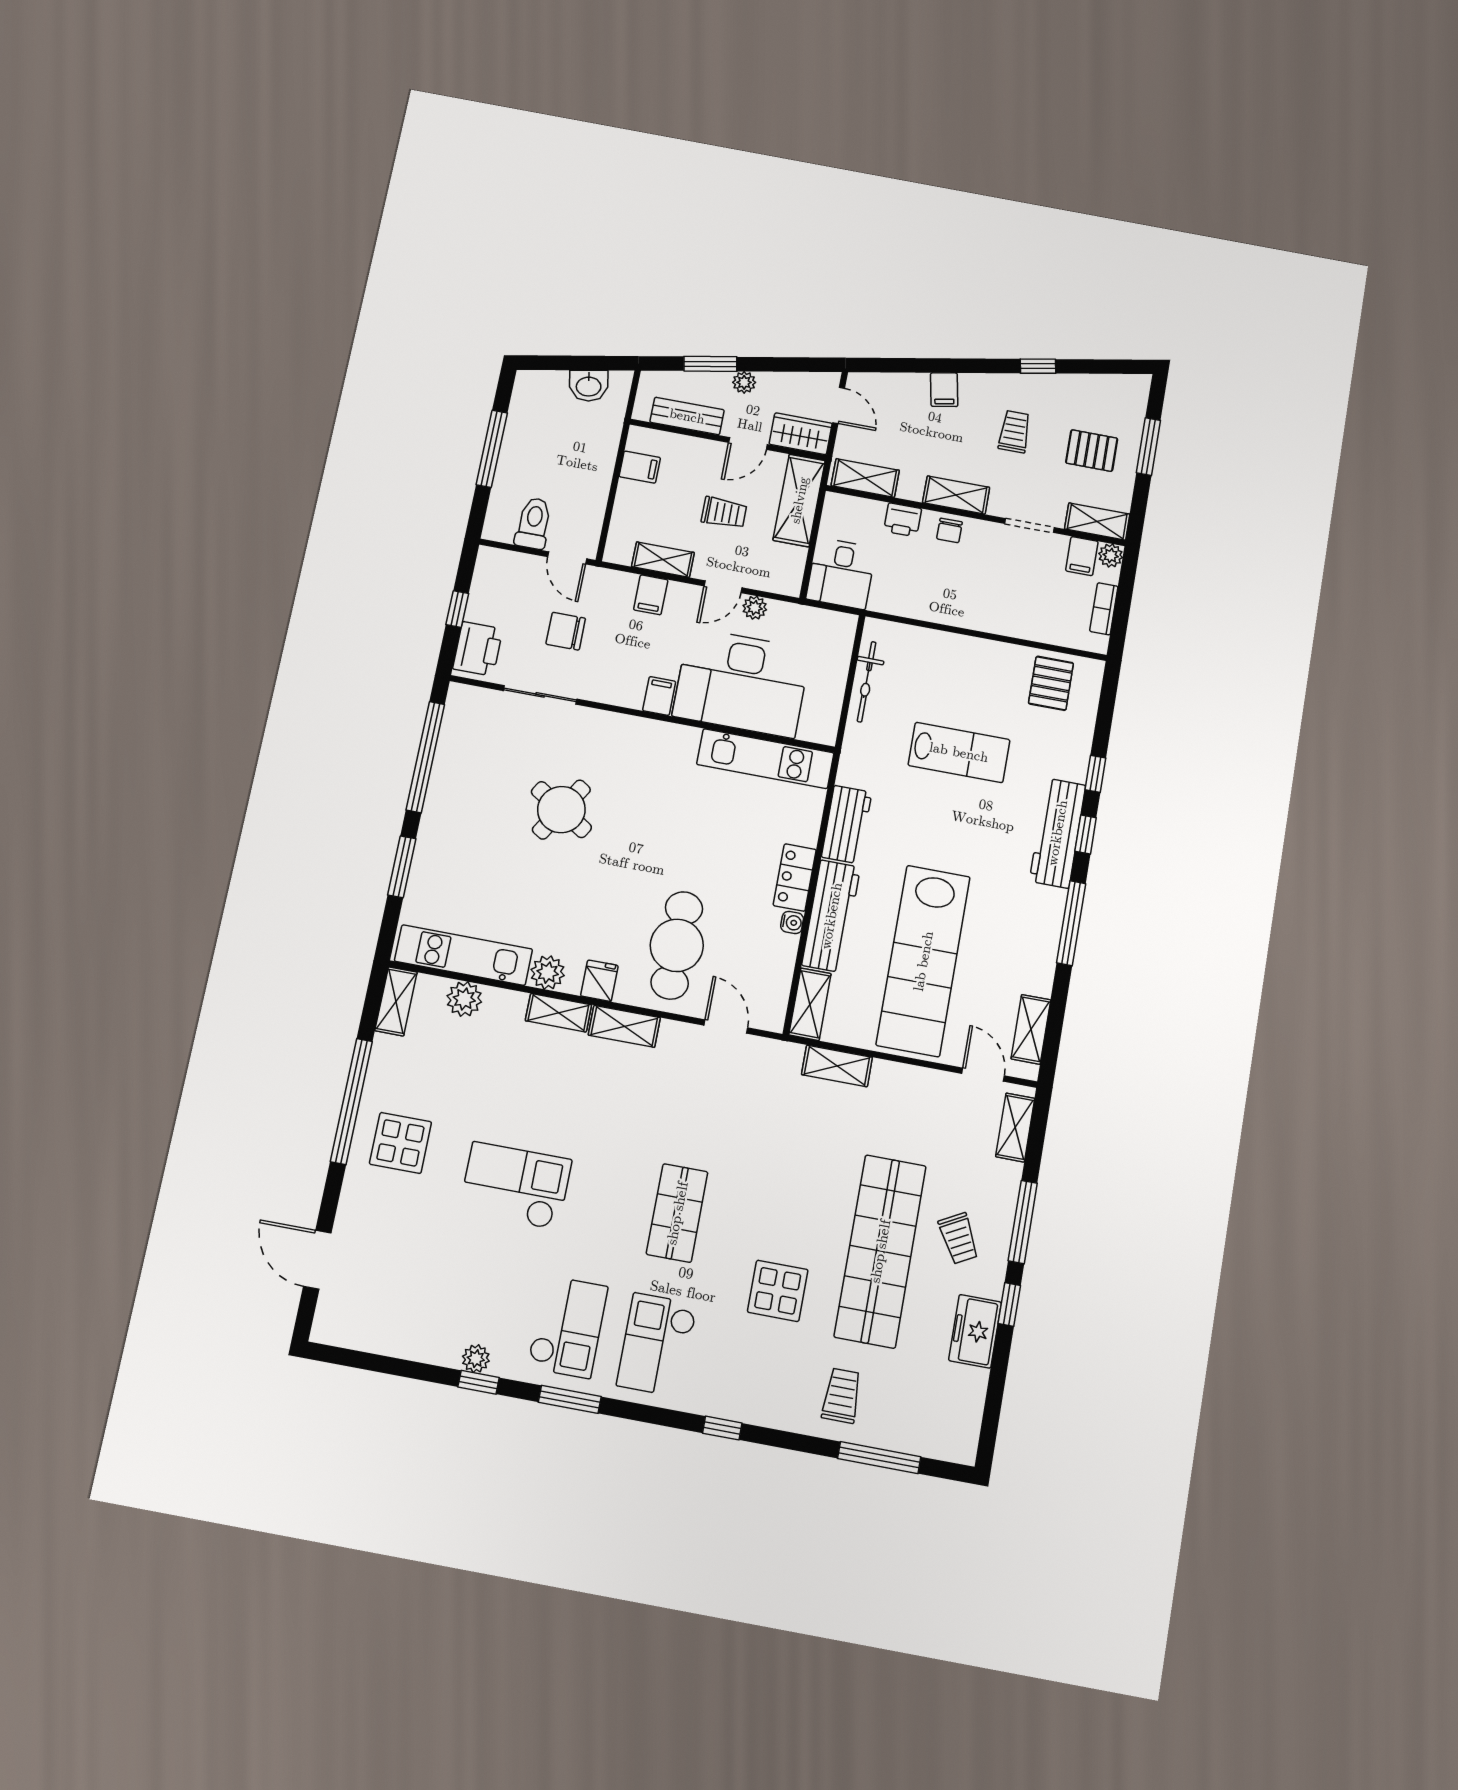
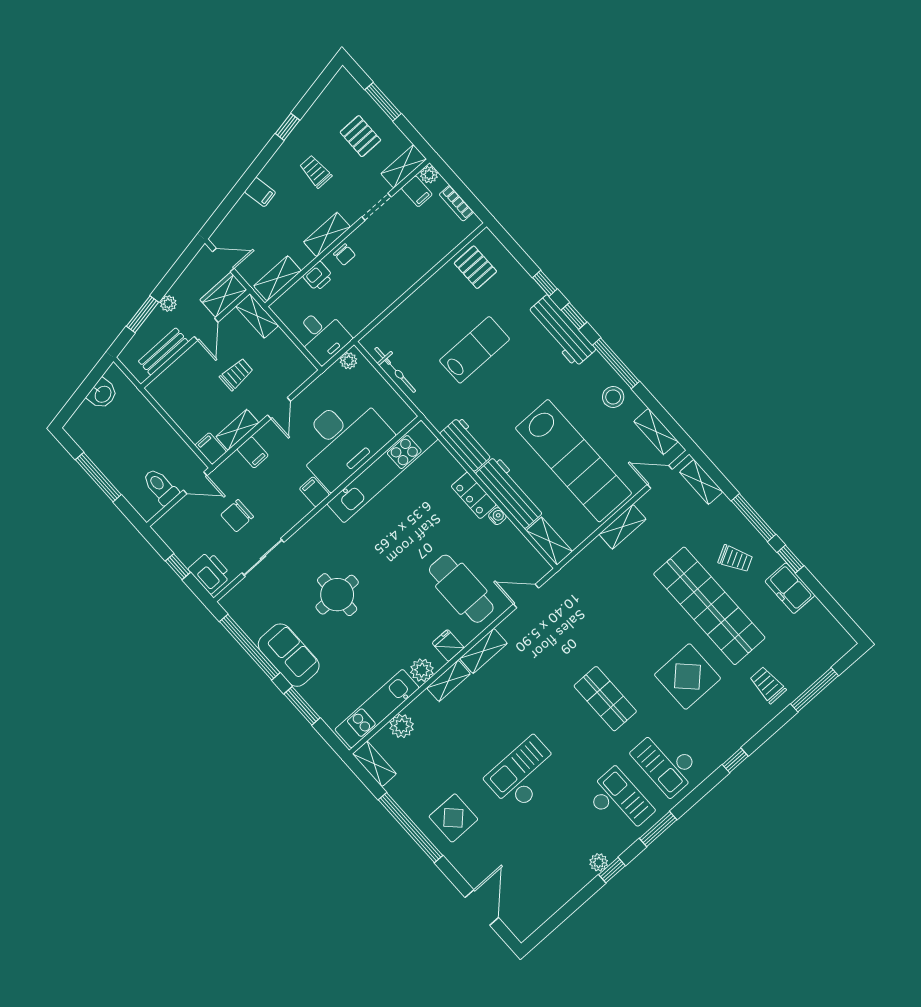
pallet: (1092, 451) -> (360, 136), turned 90
filing cabinet: (640, 467) -> (211, 448), moved, turned -90
shelving: (799, 500) -> (257, 316), width x0.67, depth x0.75
plant: (755, 608) -> (348, 361), moved
kitchen unit: (765, 759) -> (383, 471), width x1.36
sofa: (450, 808) -> (289, 655), added
round table: (561, 810) -> (337, 595), turned -32
stool: (1031, 950) -> (613, 397), added
shelving: (837, 1066) -> (623, 527), moved
door: (317, 1260) -> (482, 908), swing flipped
display table: (778, 1291) -> (688, 677), width x1.36, depth x1.36

